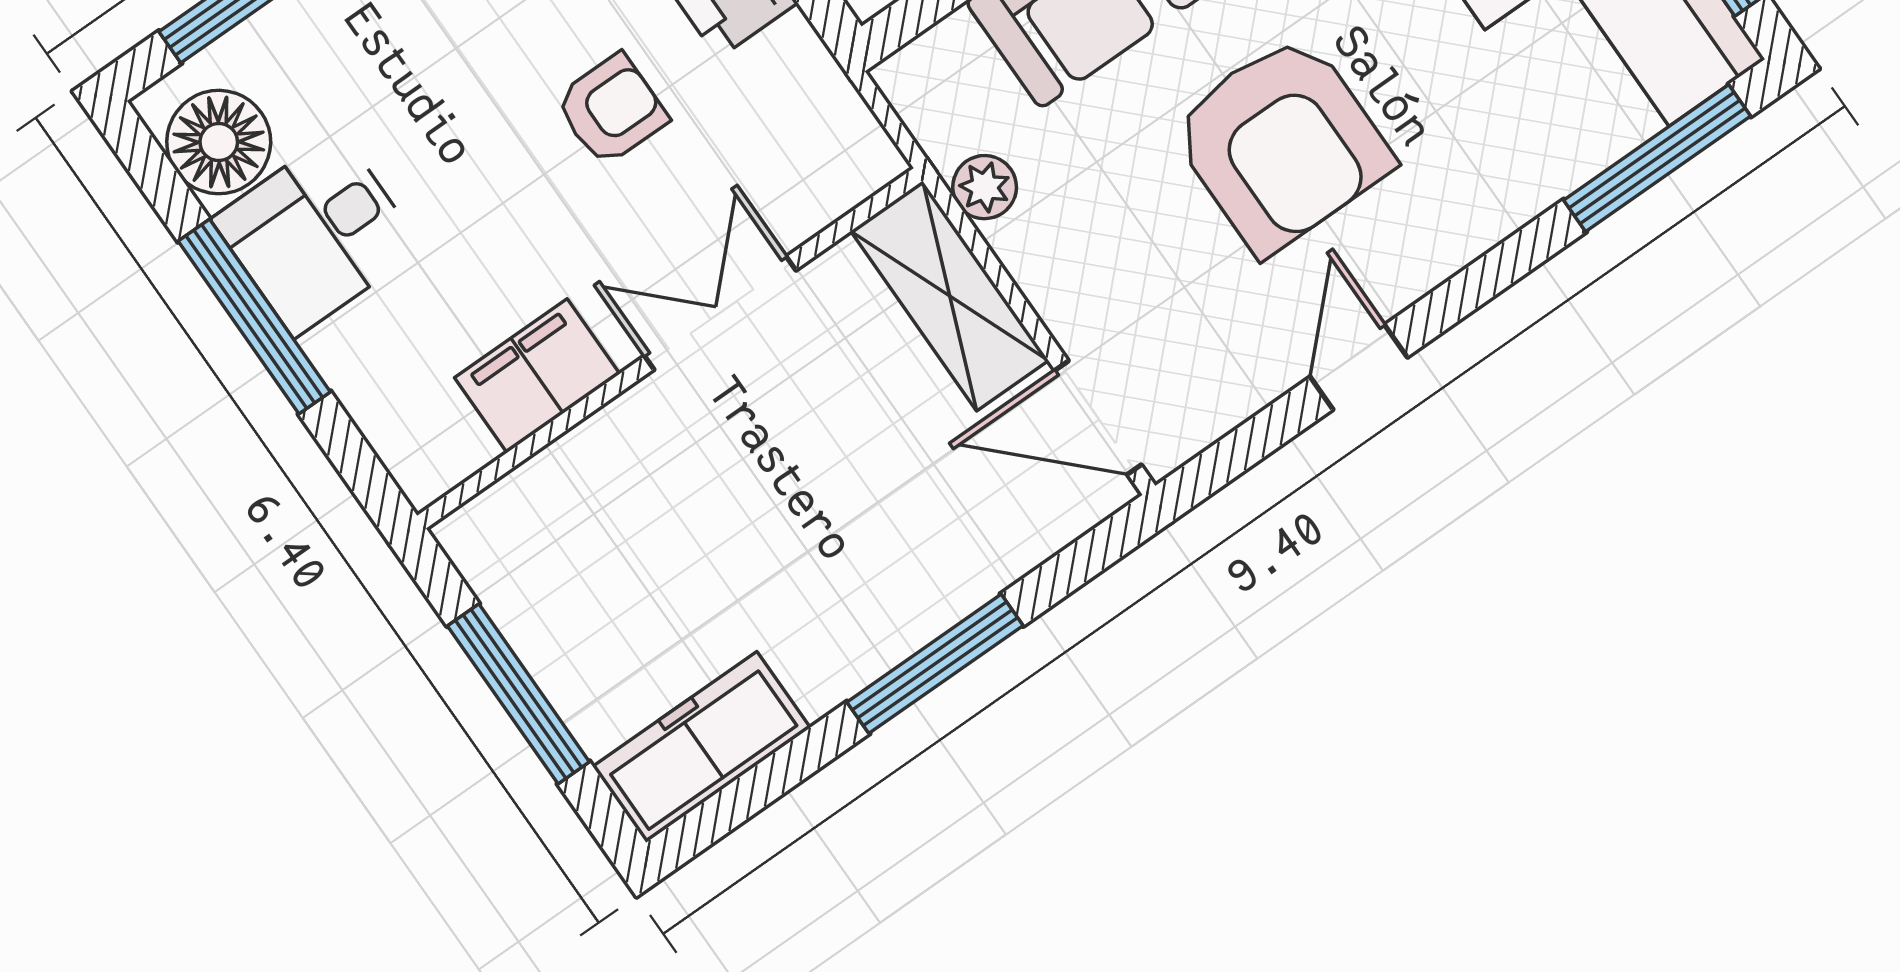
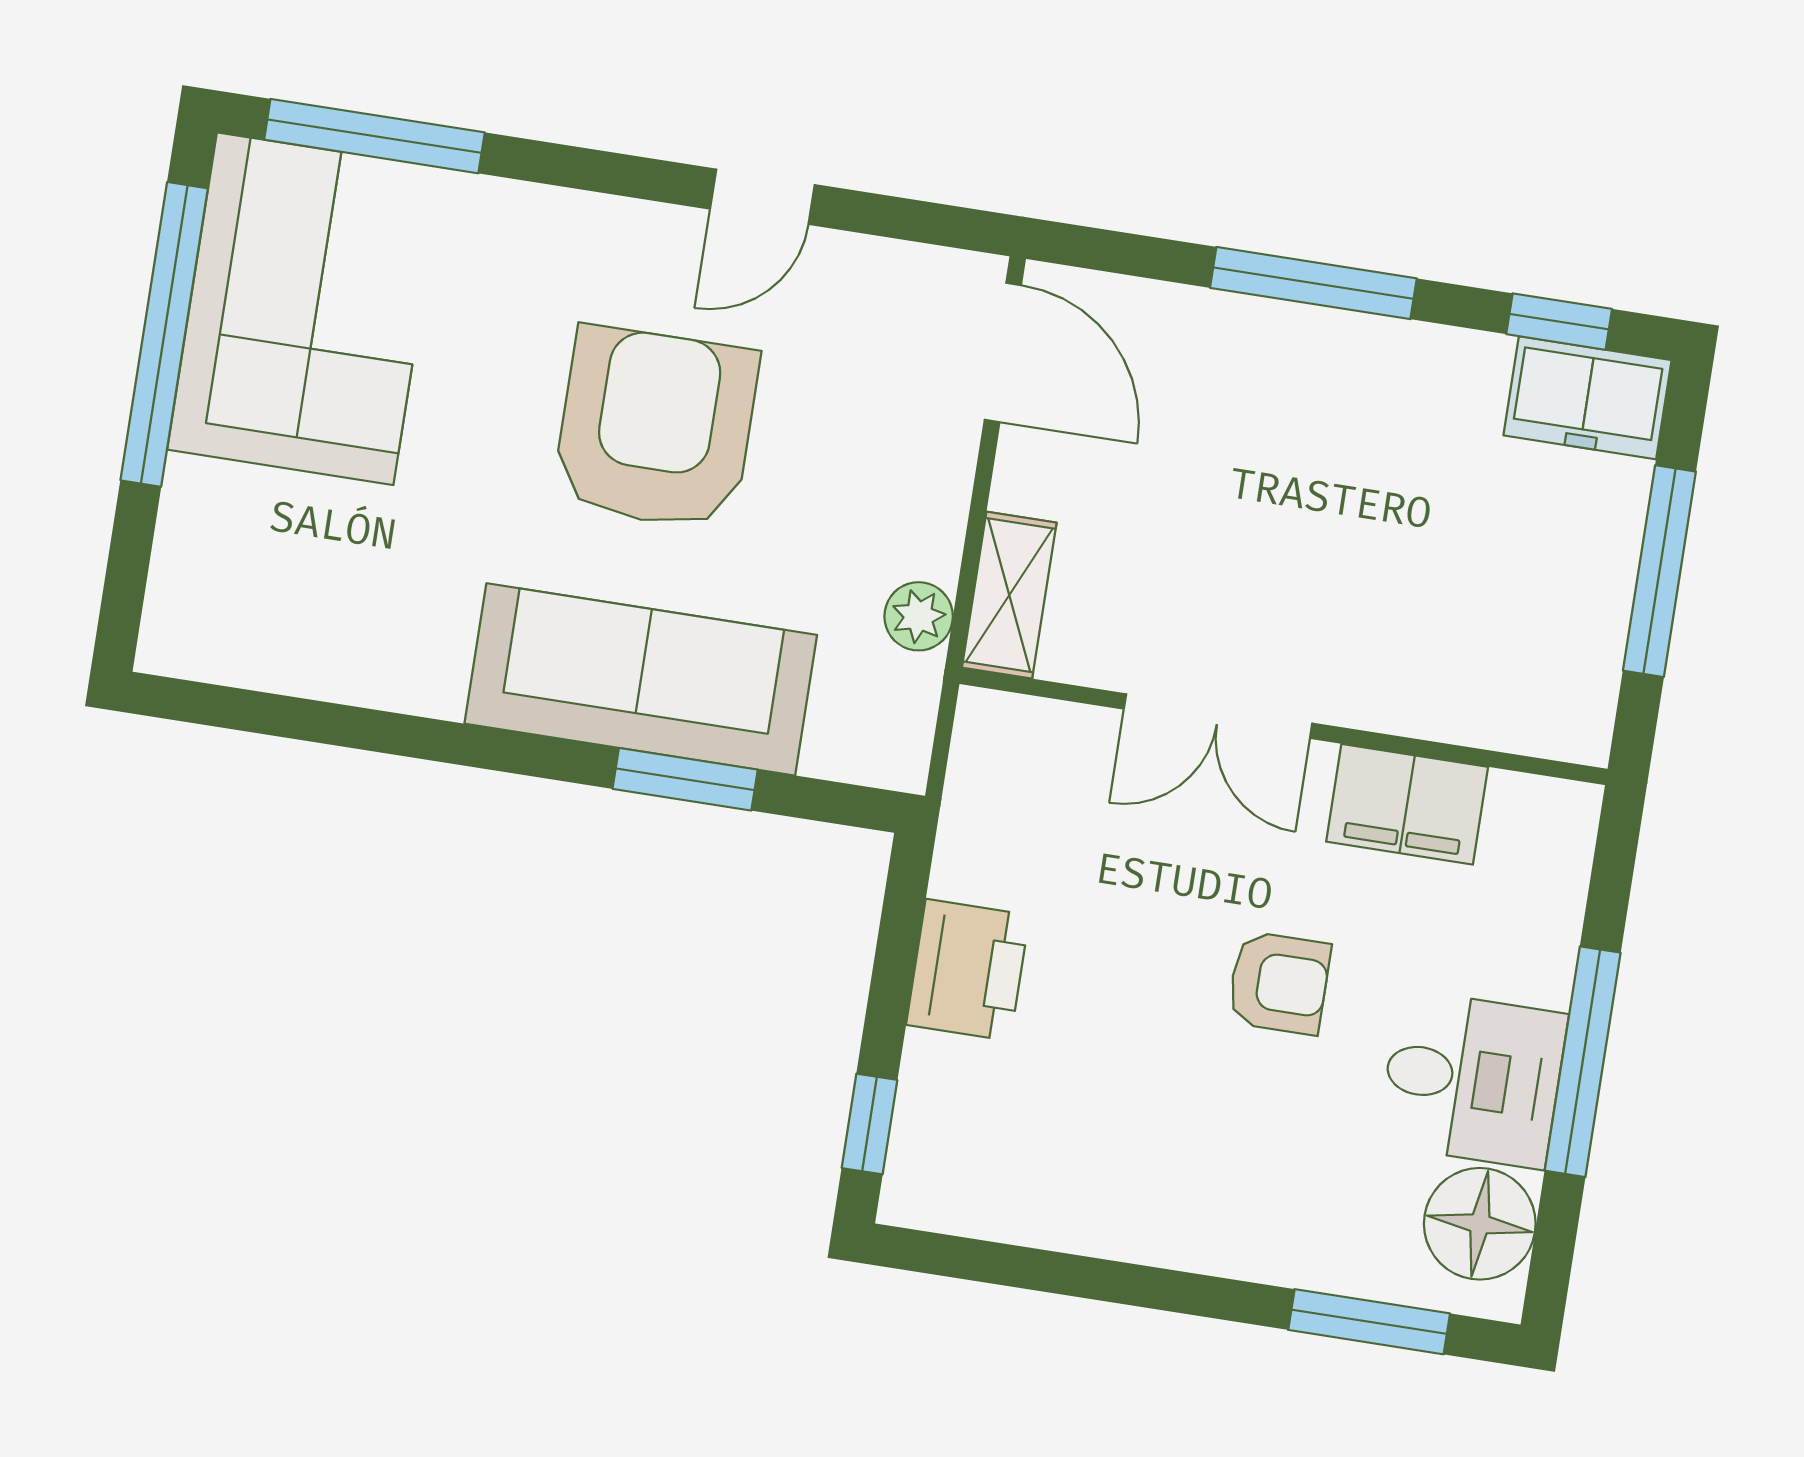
armchair: (611, 110) -> (1279, 983), moved, turned 180
shelving: (950, 296) -> (1009, 595), width x0.67, depth x0.75
freezer: (702, 747) -> (1587, 398), width x0.71
window: (746, 796) -> (1559, 322), added

